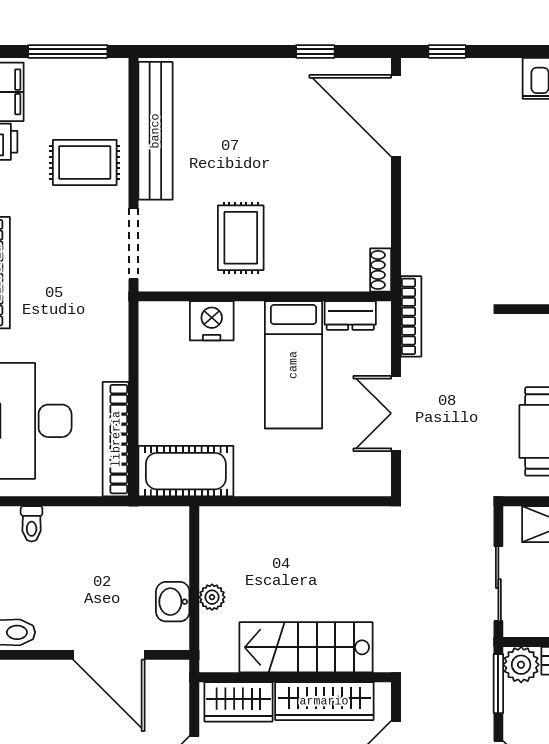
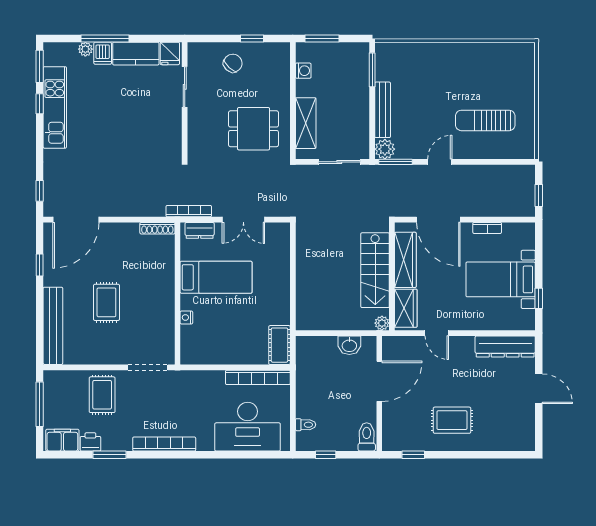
bench: (155, 131) -> (53, 326), moved, turned 90
rug: (241, 238) -> (106, 302), moved, turned 90
shoe rack: (381, 270) -> (157, 228), width x1.43
dresser: (350, 316) -> (200, 230), moved, turned 90
nightstand: (212, 321) -> (186, 317), width x0.53, depth x0.56
cot: (186, 471) -> (279, 345), width x0.73, depth x0.75
plant: (212, 597) -> (382, 323), moved

